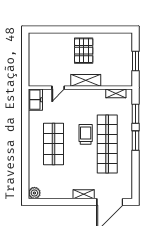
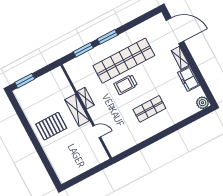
window: (135, 61) -> (25, 81), moved
shelving: (116, 93) -> (86, 98), moved
freezer: (35, 100) -> (189, 79), moved, turned -90
shop shelf: (54, 144) -> (149, 109), width x0.70, depth x0.74

